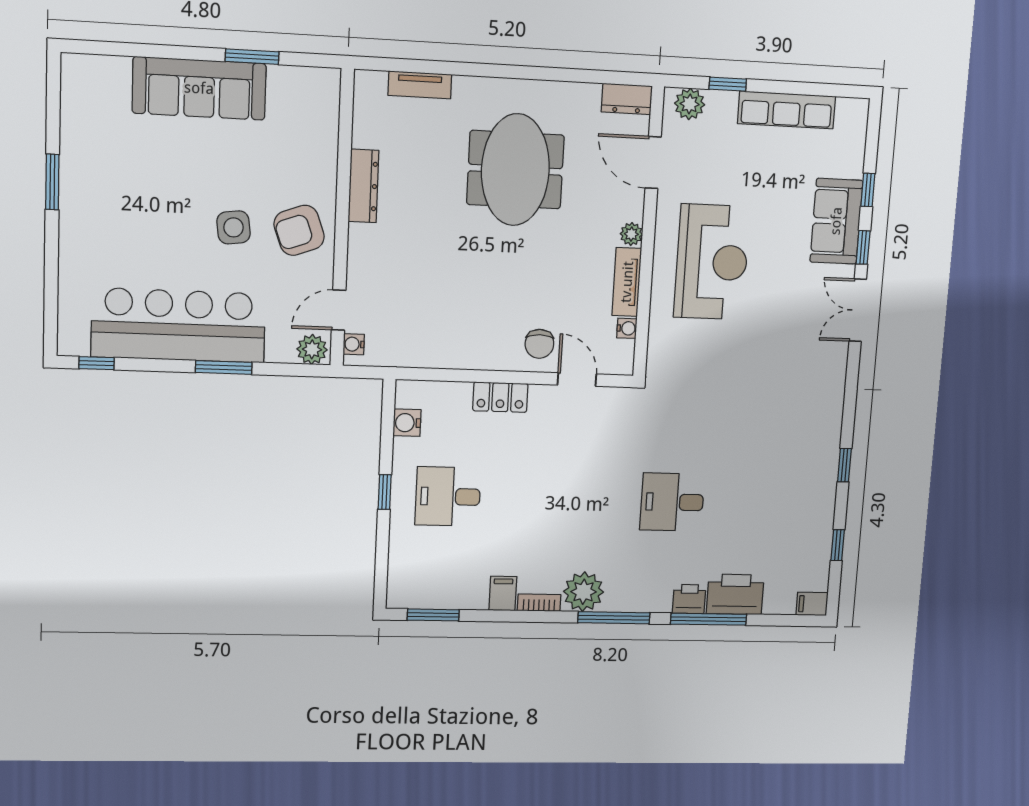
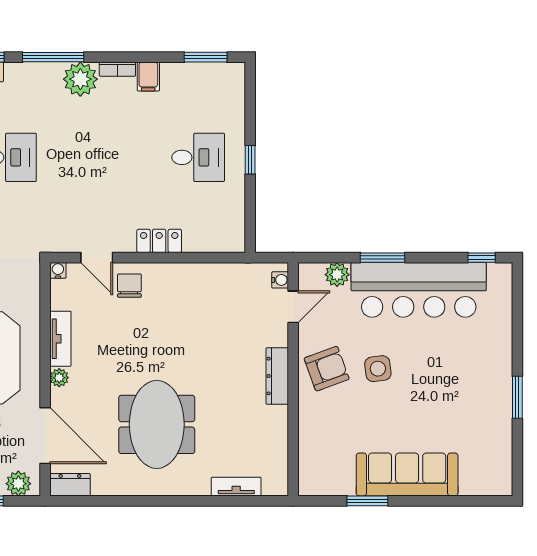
door: (653, 163) -> (45, 436), width x1.36
dresser: (363, 186) -> (277, 376), moved
water cooler: (627, 328) -> (58, 270), moved, turned 90
plant: (312, 349) -> (337, 275), moved
water cooler: (407, 423) -> (234, 218), removed

